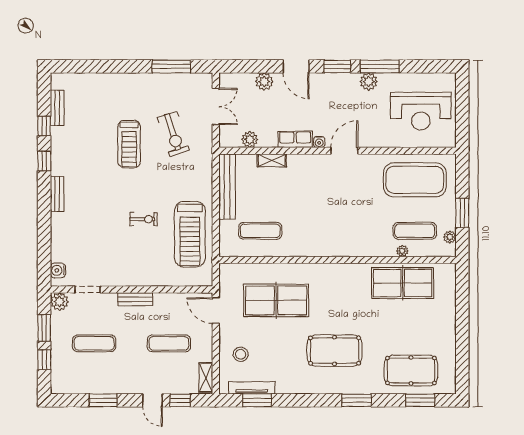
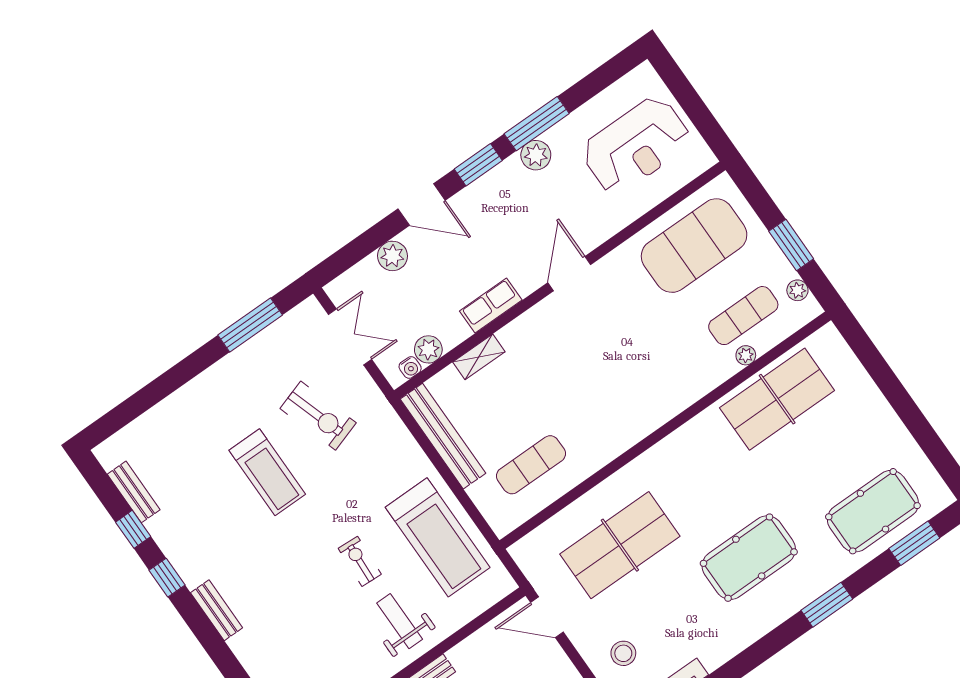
water cooler: (319, 142) -> (410, 367), moved
exercise bike: (144, 219) -> (360, 561), turned -87
weight bench: (143, 262) -> (400, 621), added

